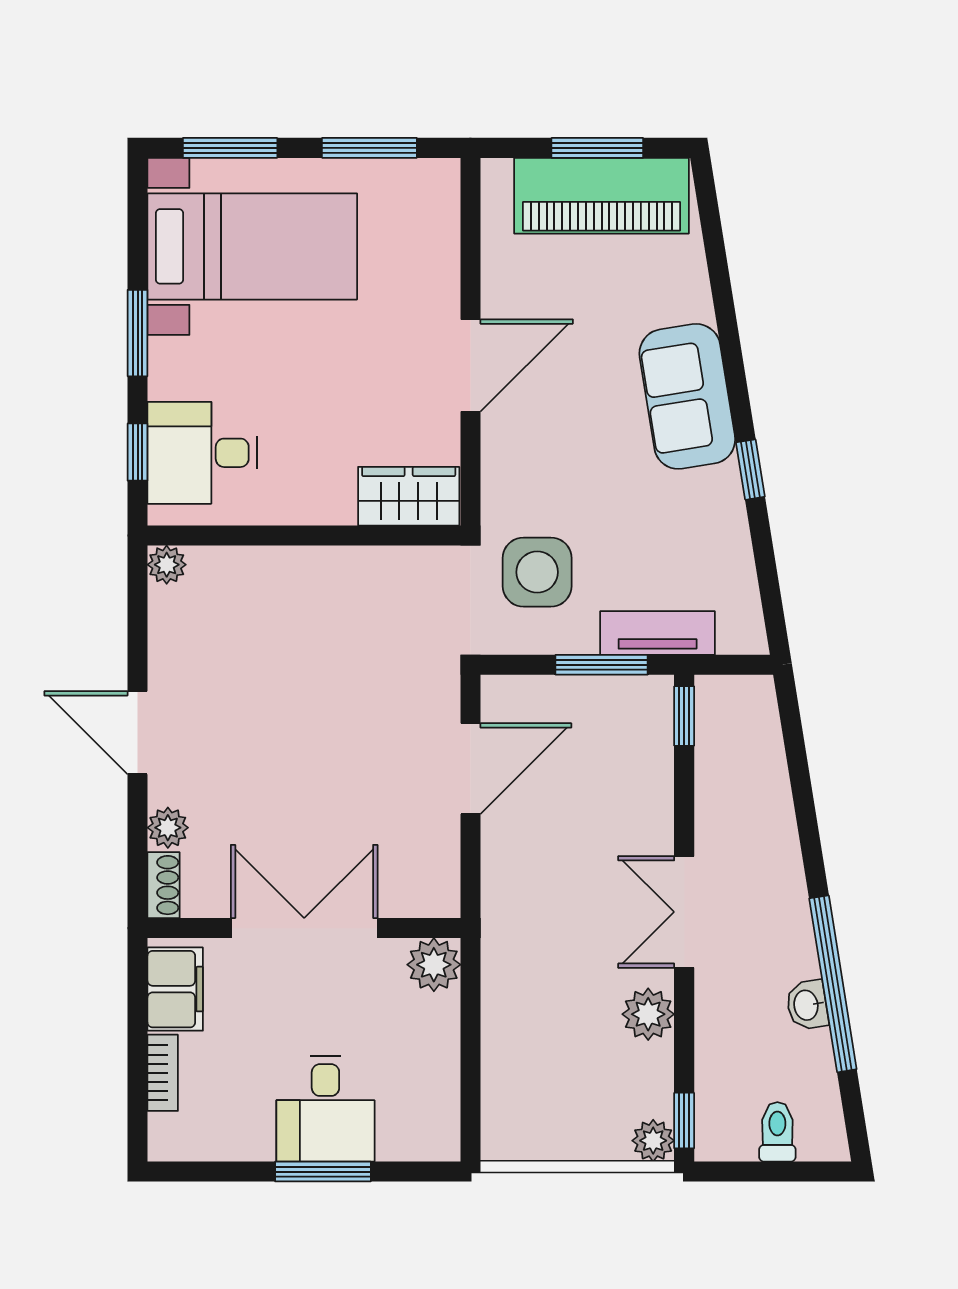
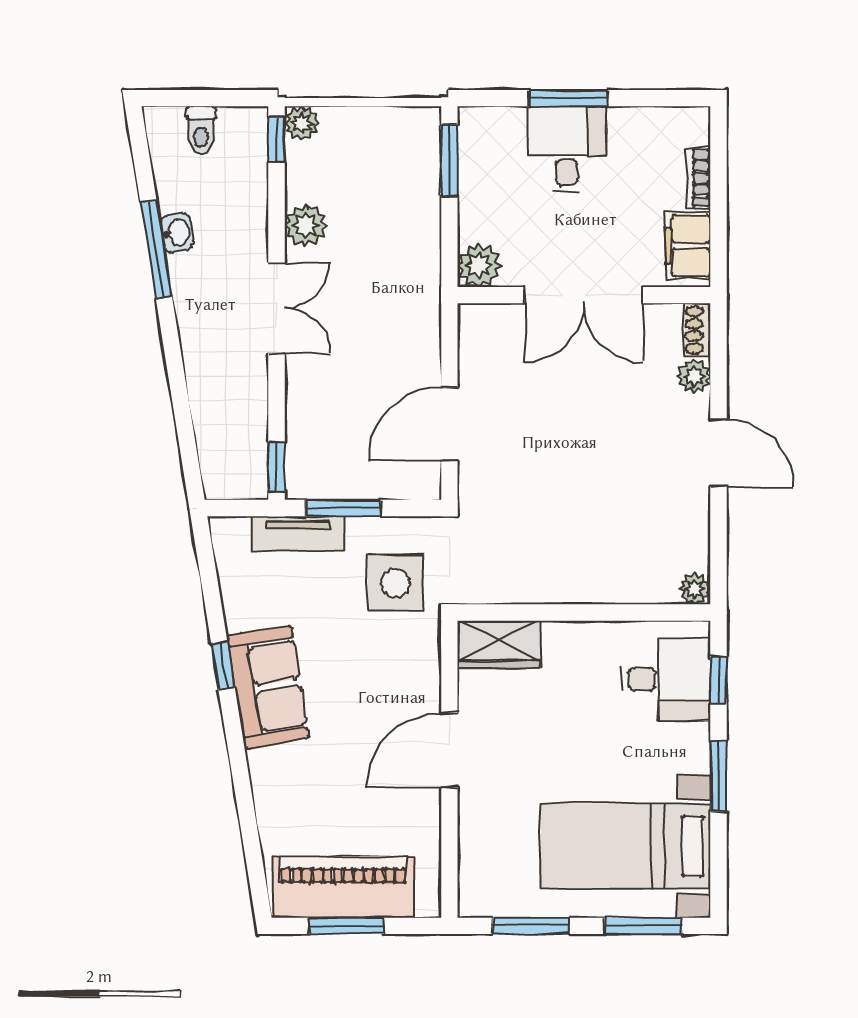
sofa: (687, 396) -> (268, 687), moved
window: (833, 984) -> (156, 250), width x0.68
window: (470, 1095) -> (449, 160), added

